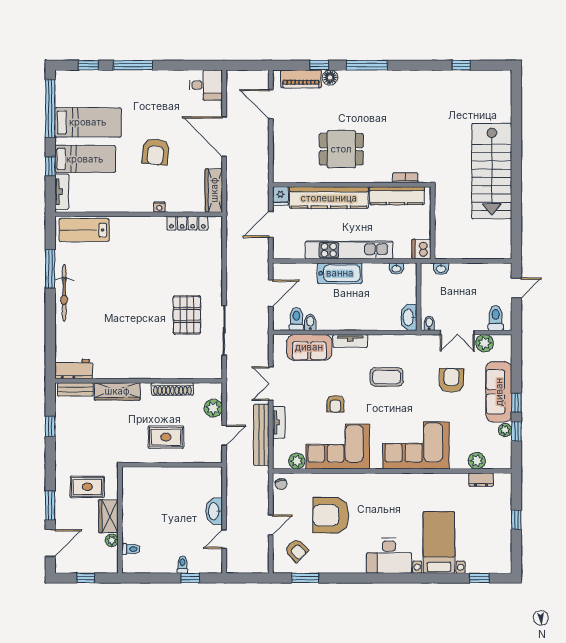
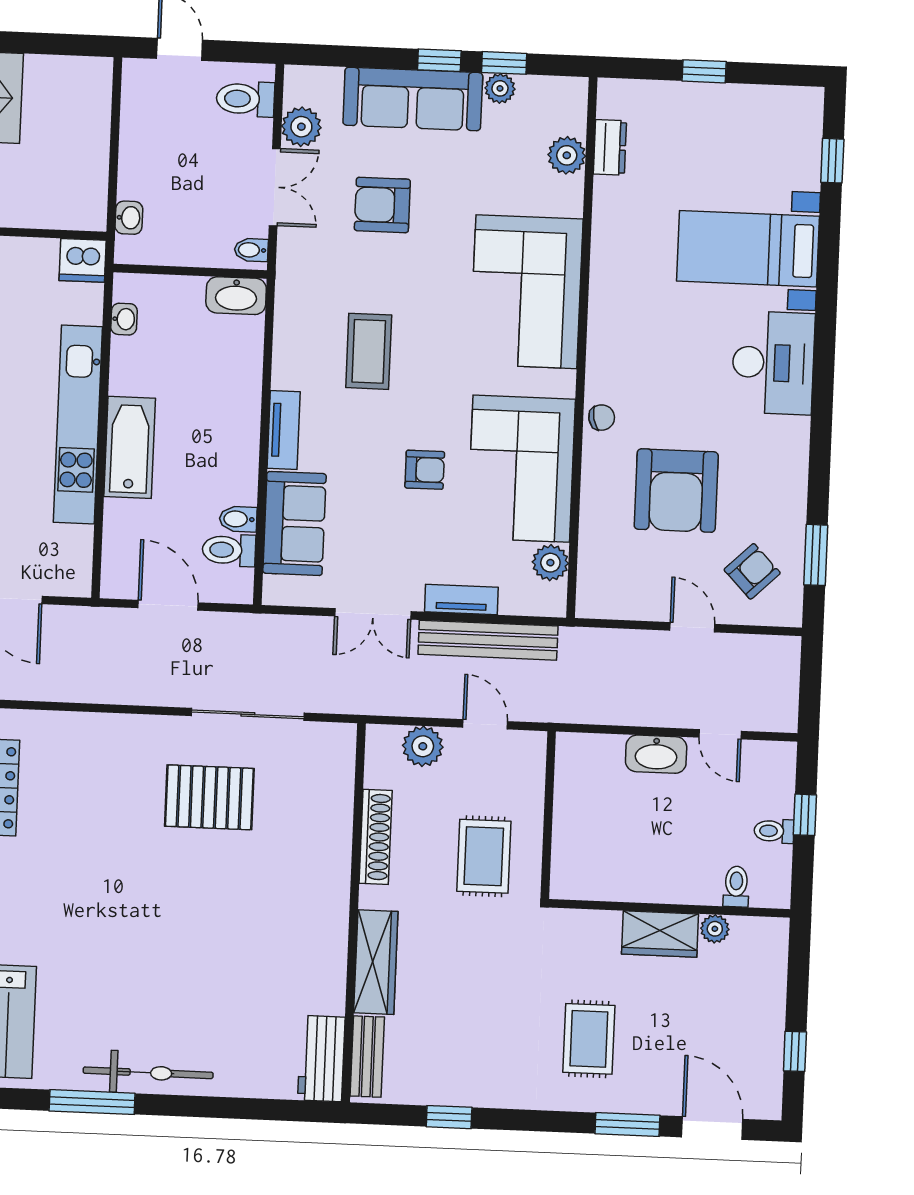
chair: (281, 484) -> (602, 418), moved
wardrobe: (108, 516) -> (660, 934), moved
wall: (120, 520) -> (669, 908), moved
plant: (112, 540) -> (715, 929), moved
toilet: (131, 549) -> (736, 887), moved

